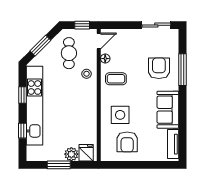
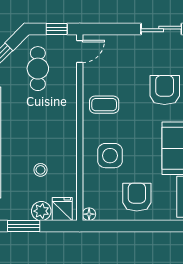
floor lamp: (105, 59) -> (89, 214), moved
stool: (87, 74) -> (41, 170), moved
armchair: (127, 142) -> (137, 197), moved, turned 180

